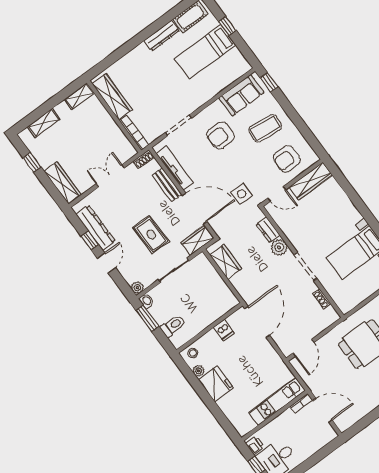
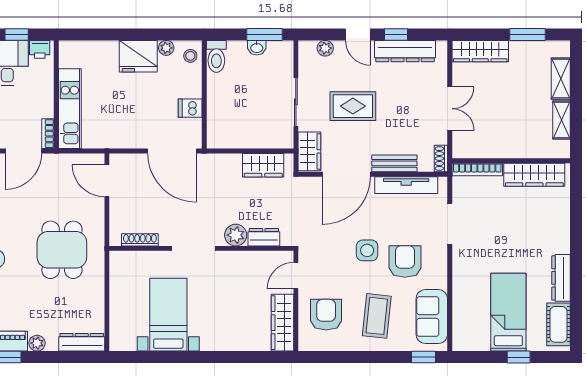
shelving: (79, 96) -> (562, 120), moved
window: (32, 162) -> (527, 34), width x1.50
side table: (242, 194) -> (367, 250), moved
plant: (137, 288) -> (325, 48), moved
shoe rack: (322, 299) -> (140, 240), width x1.43
washbasin: (147, 301) -> (257, 48), moved
toilet: (173, 326) -> (216, 56), moved

